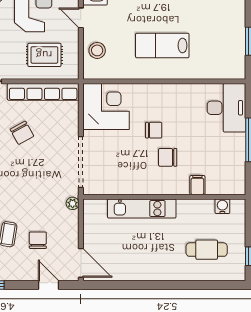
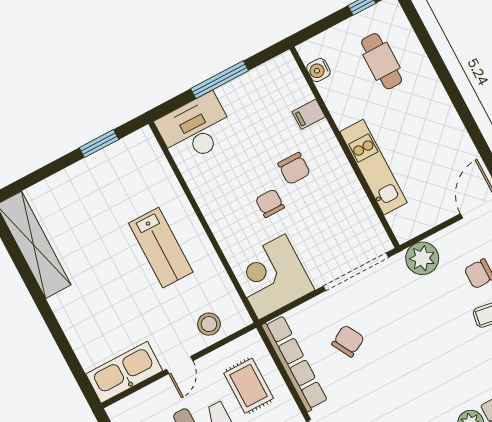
chair: (22, 133) -> (348, 341), moved
plant: (73, 203) -> (422, 258), width x1.87, depth x1.87

